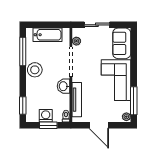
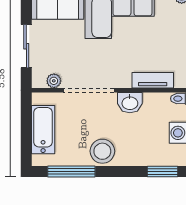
tv unit: (77, 100) -> (153, 80), width x0.71

